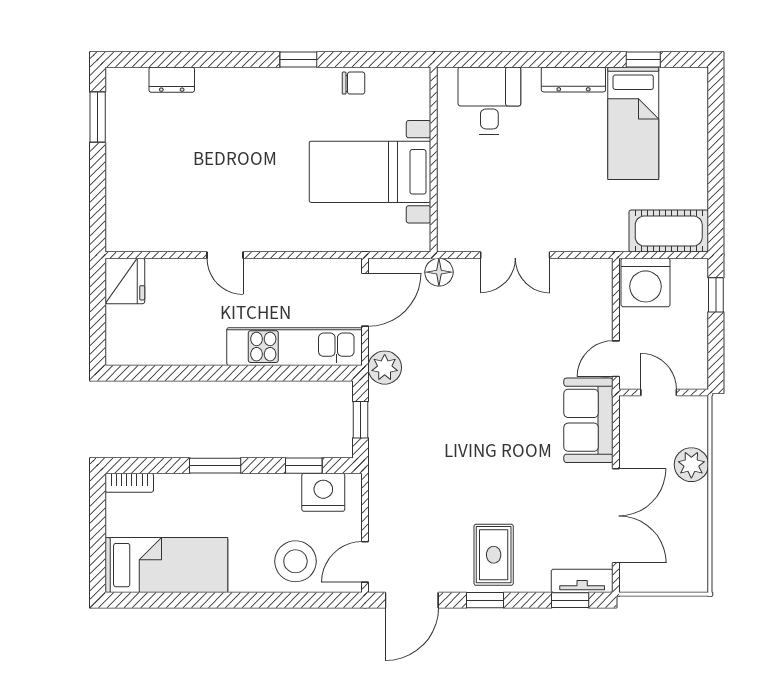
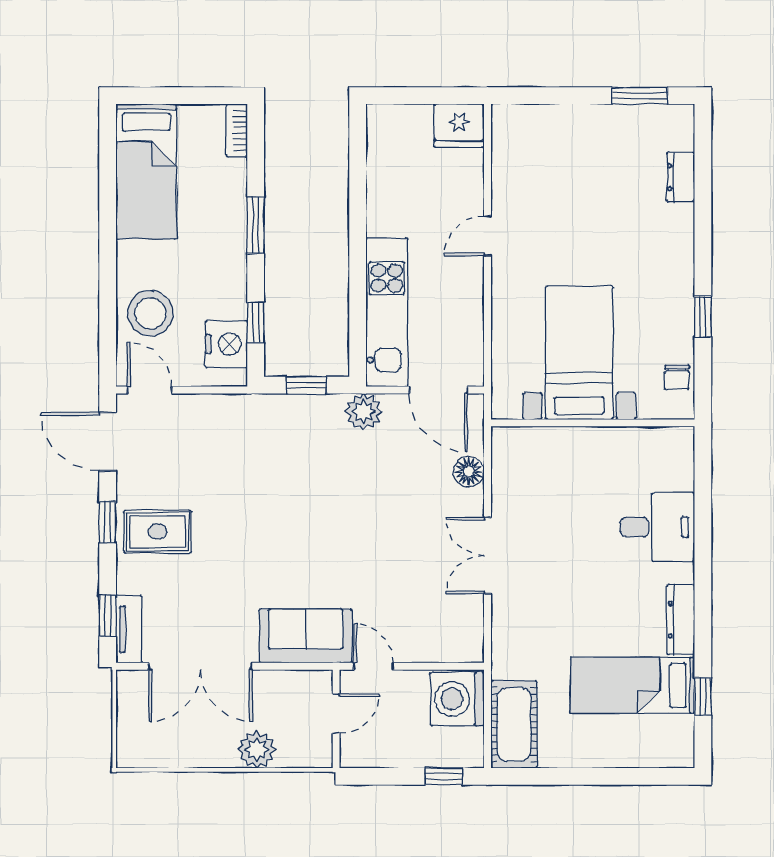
wall: (434, 160) -> (593, 423), moved
bed with nightstands: (370, 172) -> (579, 353), moved

